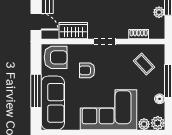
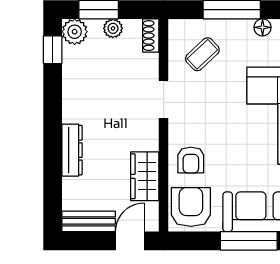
shoe rack: (139, 34) -> (151, 36), moved
doorway: (105, 41) -> (164, 99), moved
armchair: (87, 70) -> (191, 160), moved

